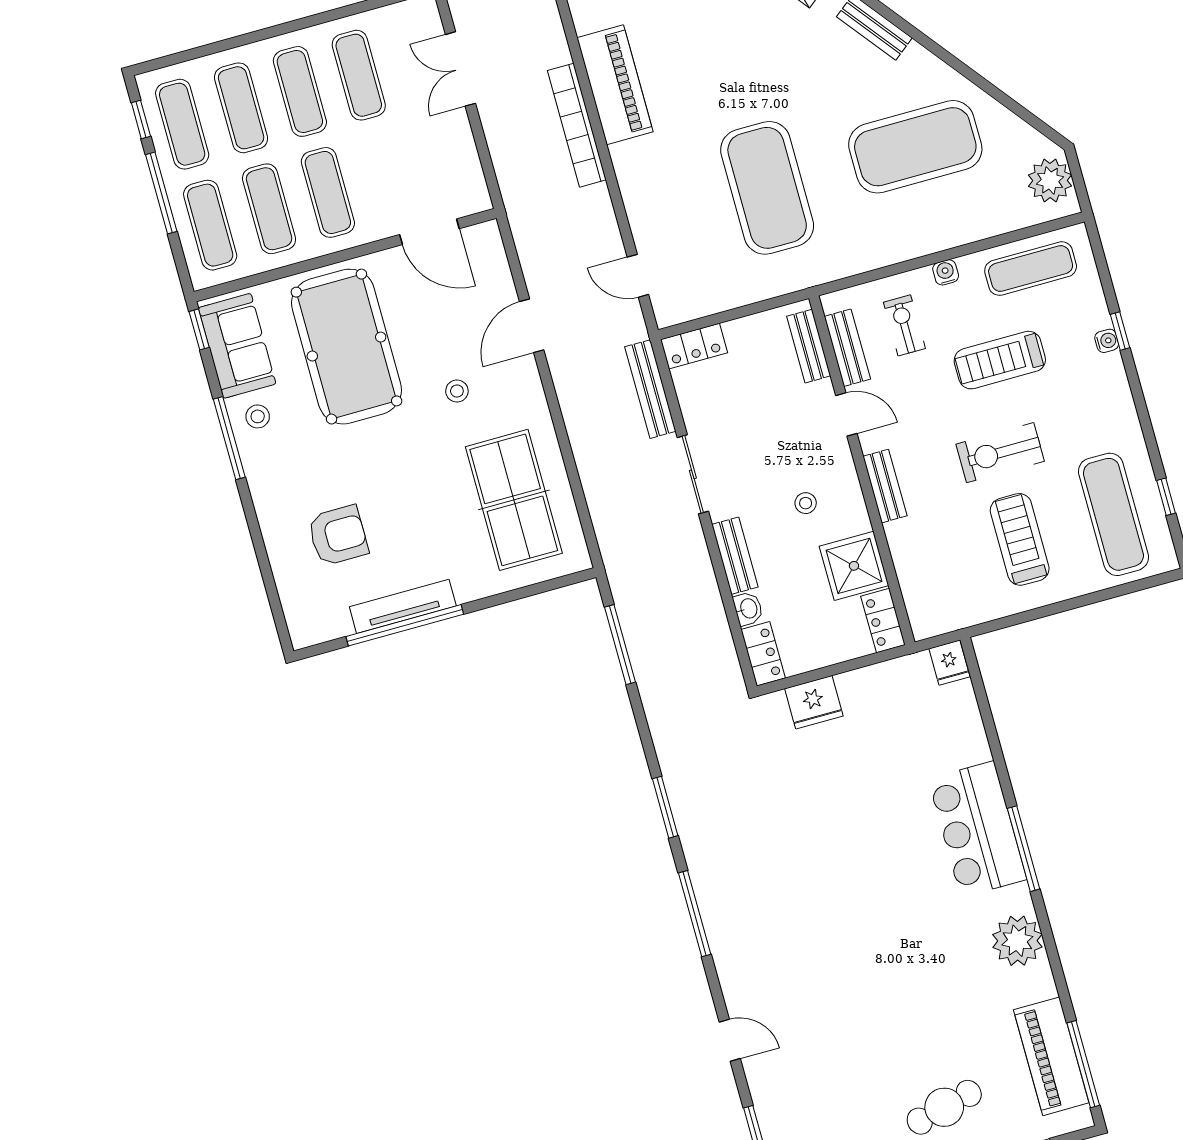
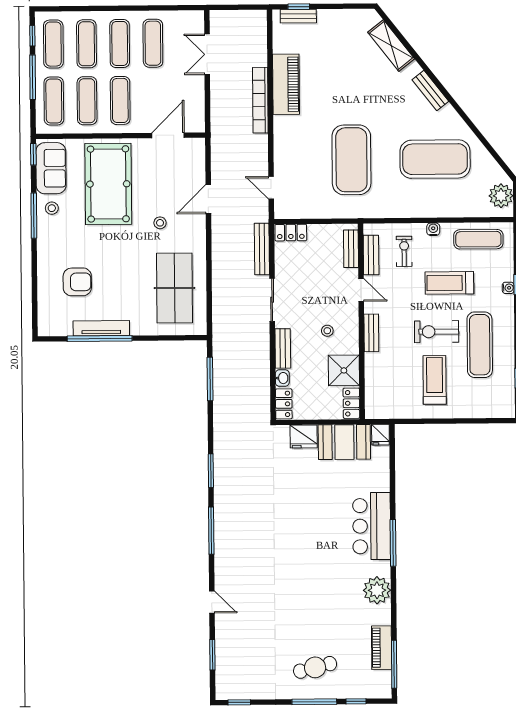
door: (429, 232) -> (168, 135), swing flipped
exercise mat: (1113, 514) -> (480, 345), moved
booth: (889, 693) -> (344, 442), added
piano: (1051, 1056) -> (382, 648), width x0.73, depth x0.75

